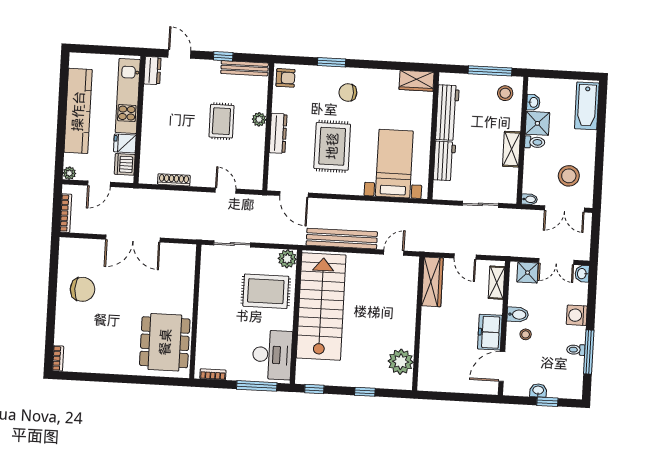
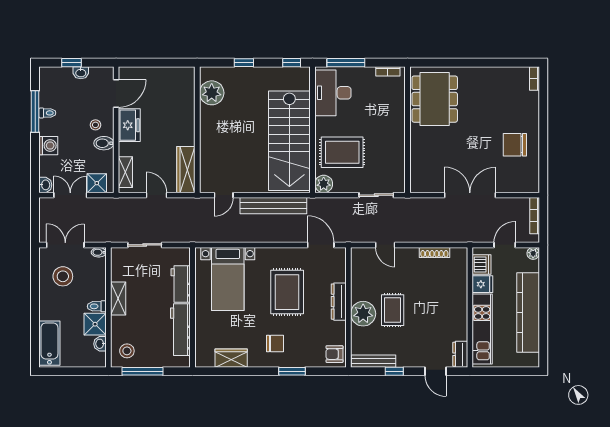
wardrobe: (417, 81) -> (231, 358), moved
plant: (259, 119) -> (363, 314), width x1.87, depth x1.87

